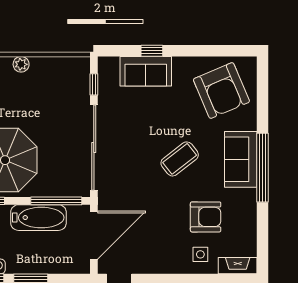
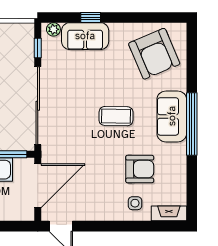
plant: (111, 64) -> (53, 29), added
coffee table: (180, 159) -> (116, 116), turned 39

